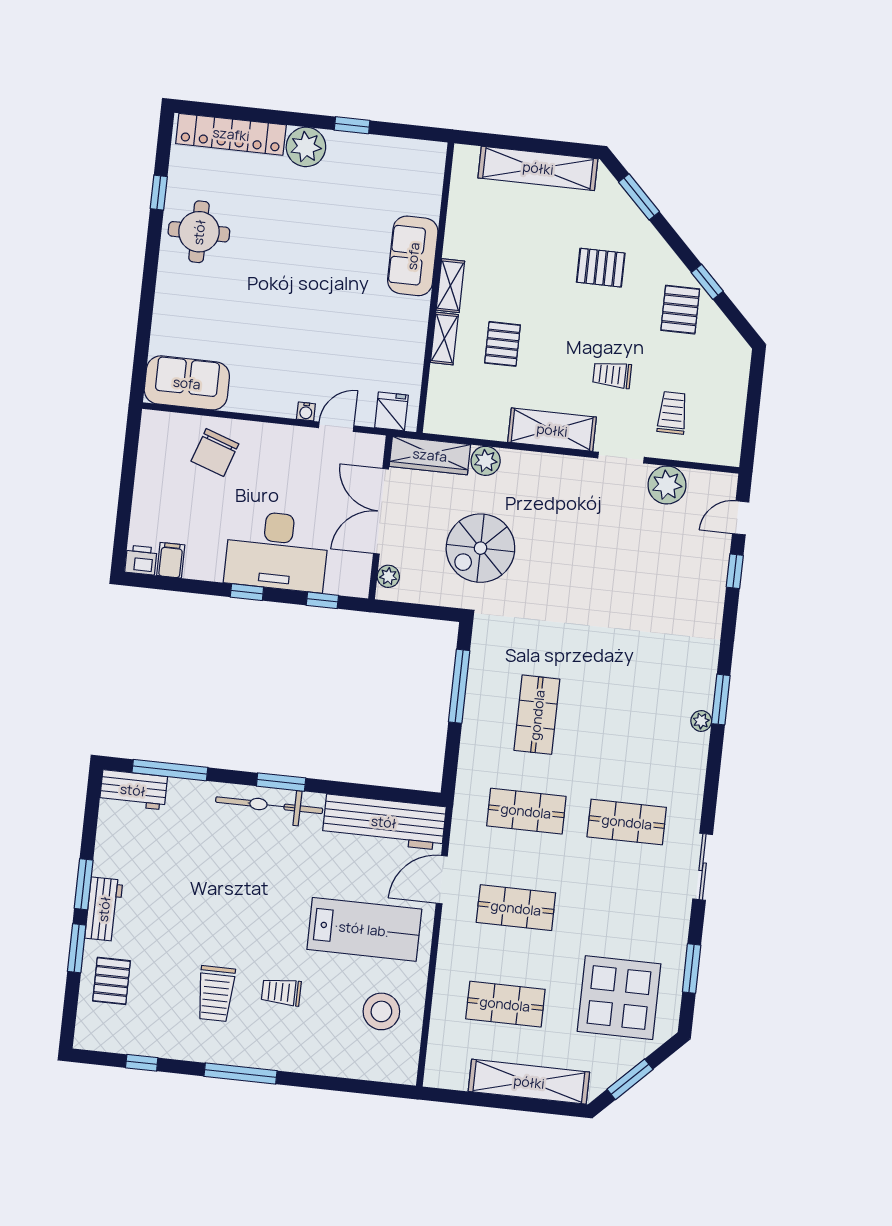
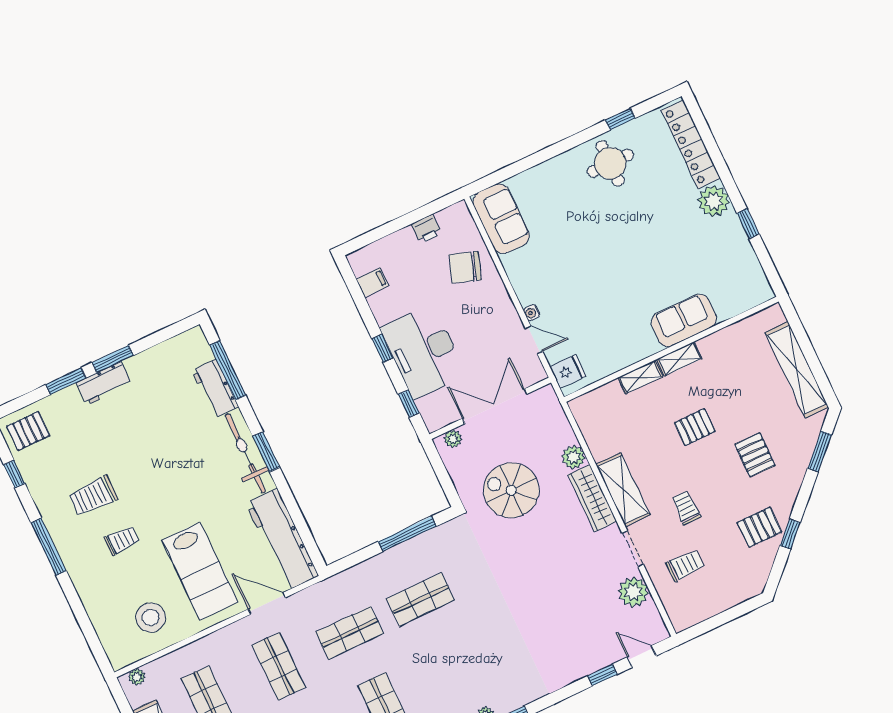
pallet: (503, 344) -> (695, 427), moved
wardrobe: (430, 455) -> (592, 498), moved
printer: (141, 560) -> (426, 229), moved, turned 90
workbench: (133, 790) -> (215, 389), moved
shop shelf: (526, 811) -> (350, 633), turned 90
pallet: (112, 981) -> (28, 431), moved
trolley: (281, 992) -> (122, 540), turned 90
plant: (435, 1065) -> (137, 677), added

